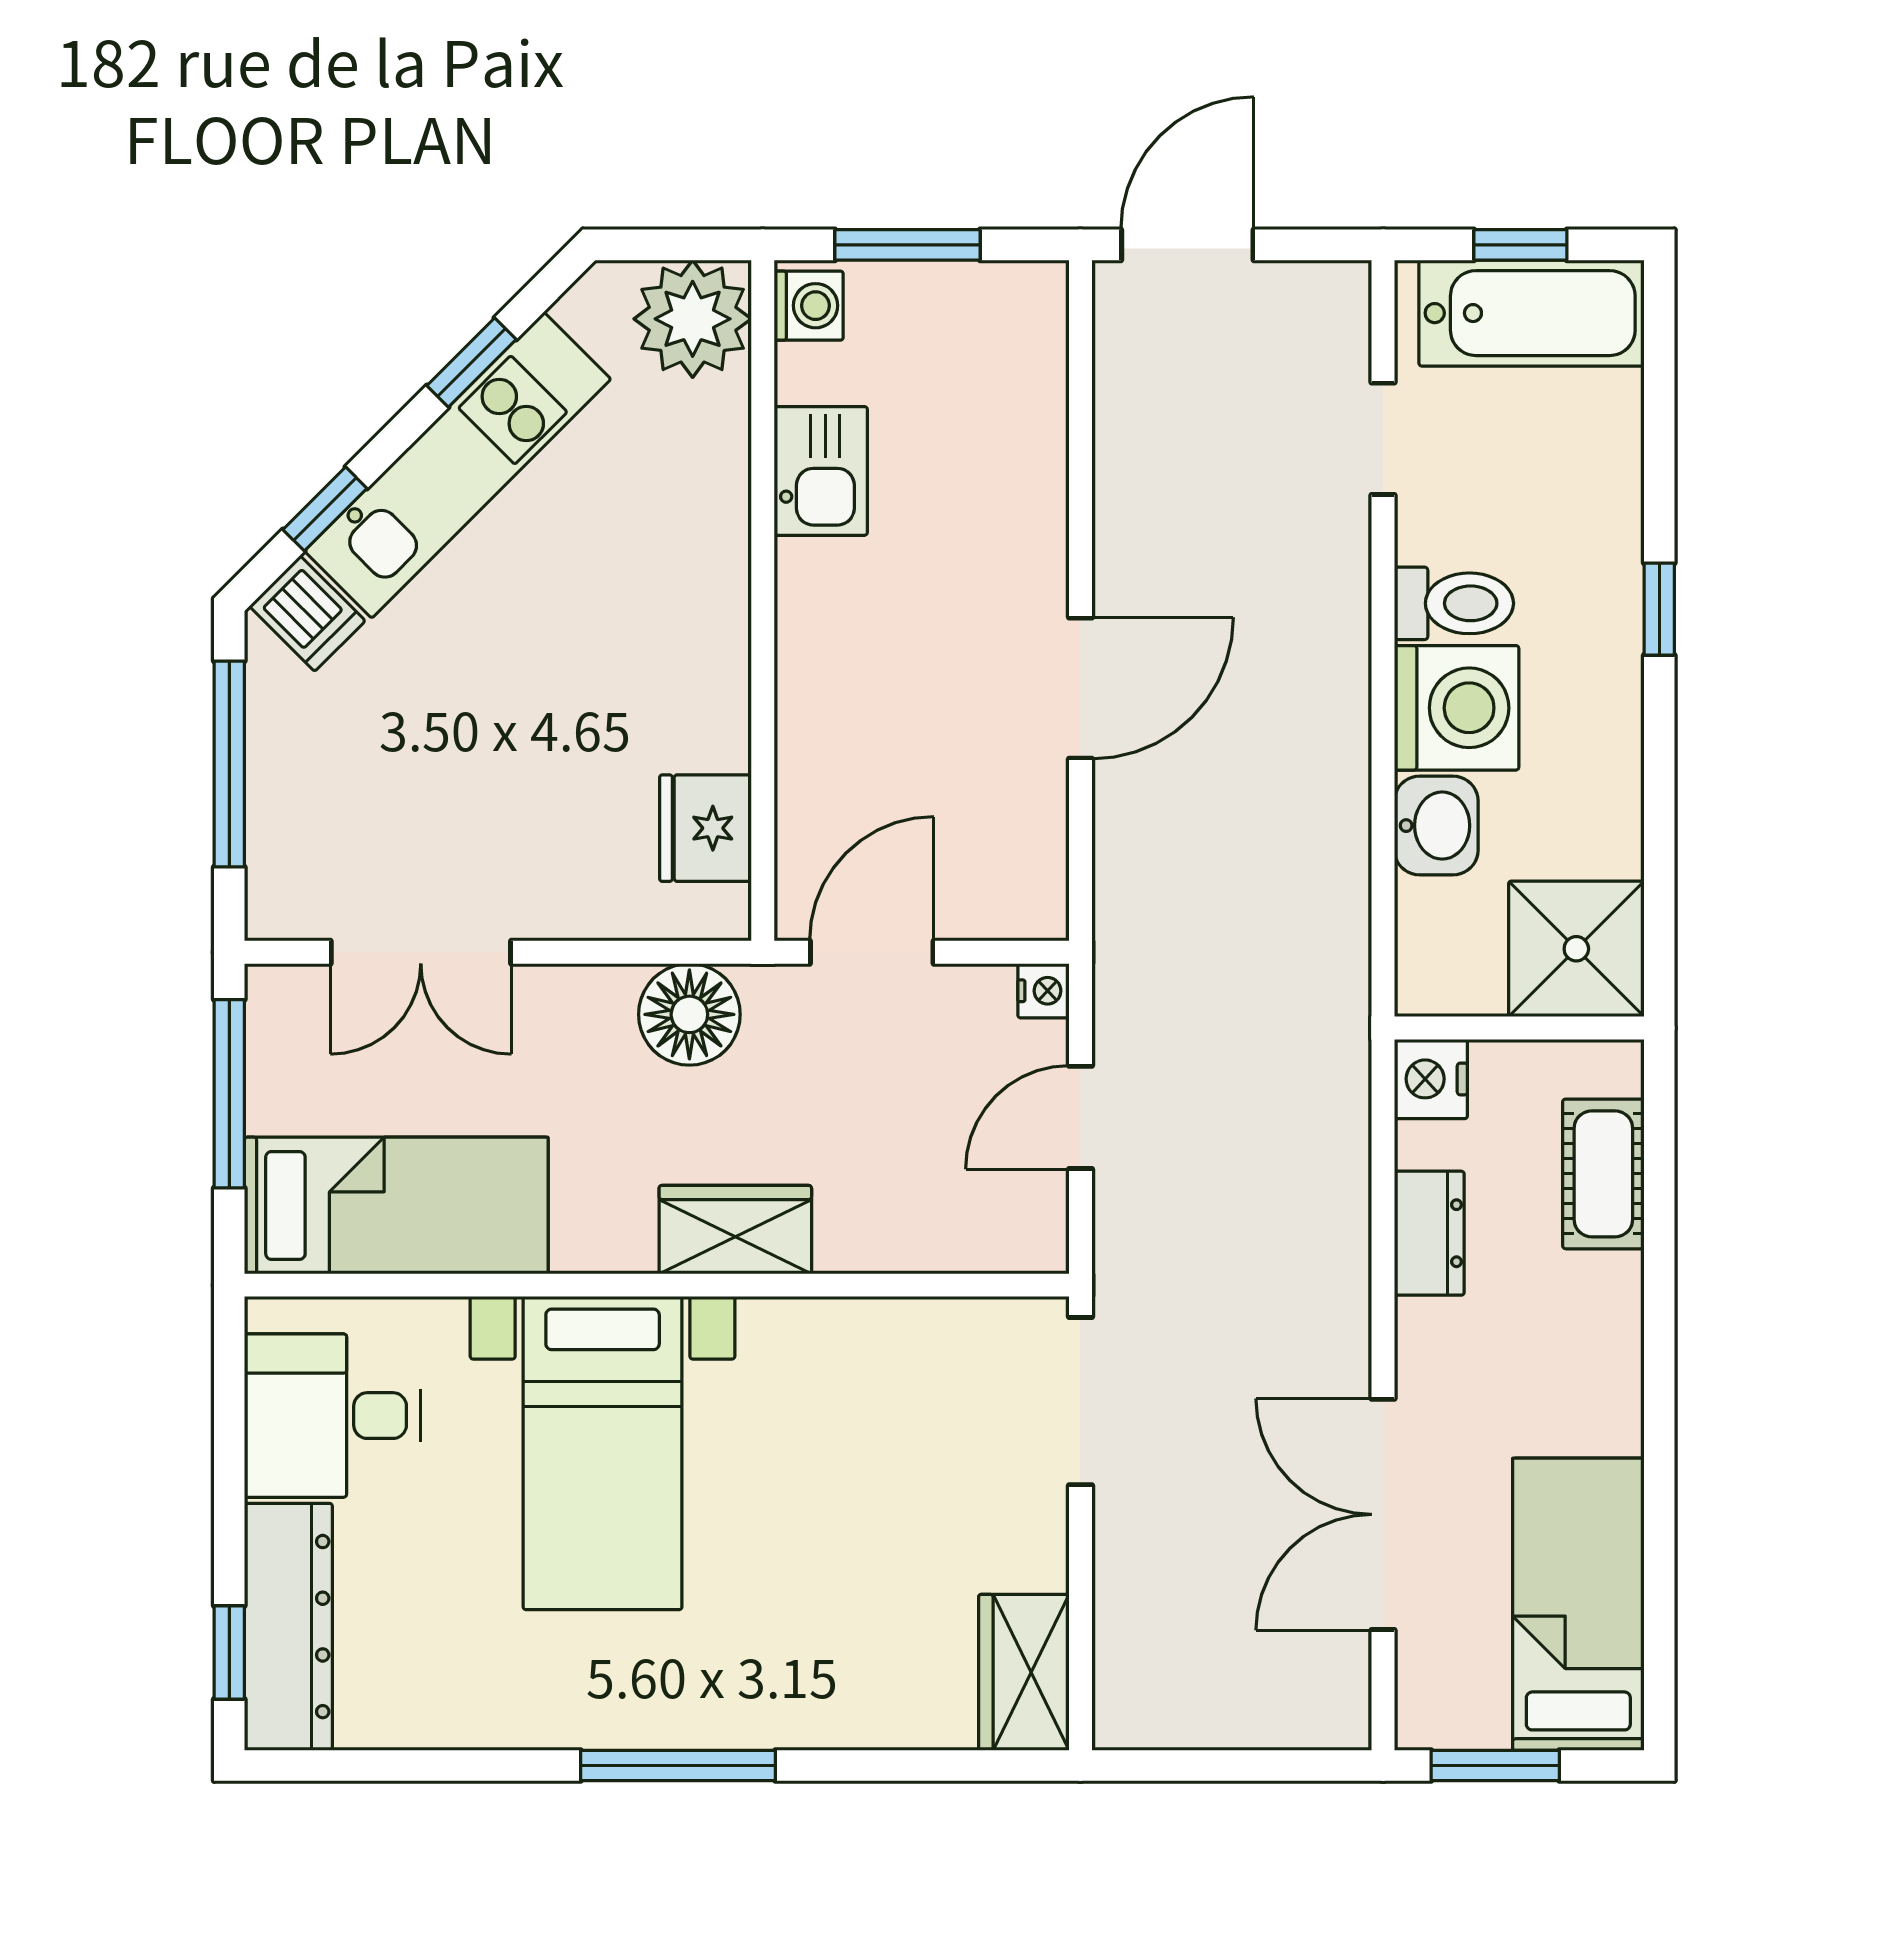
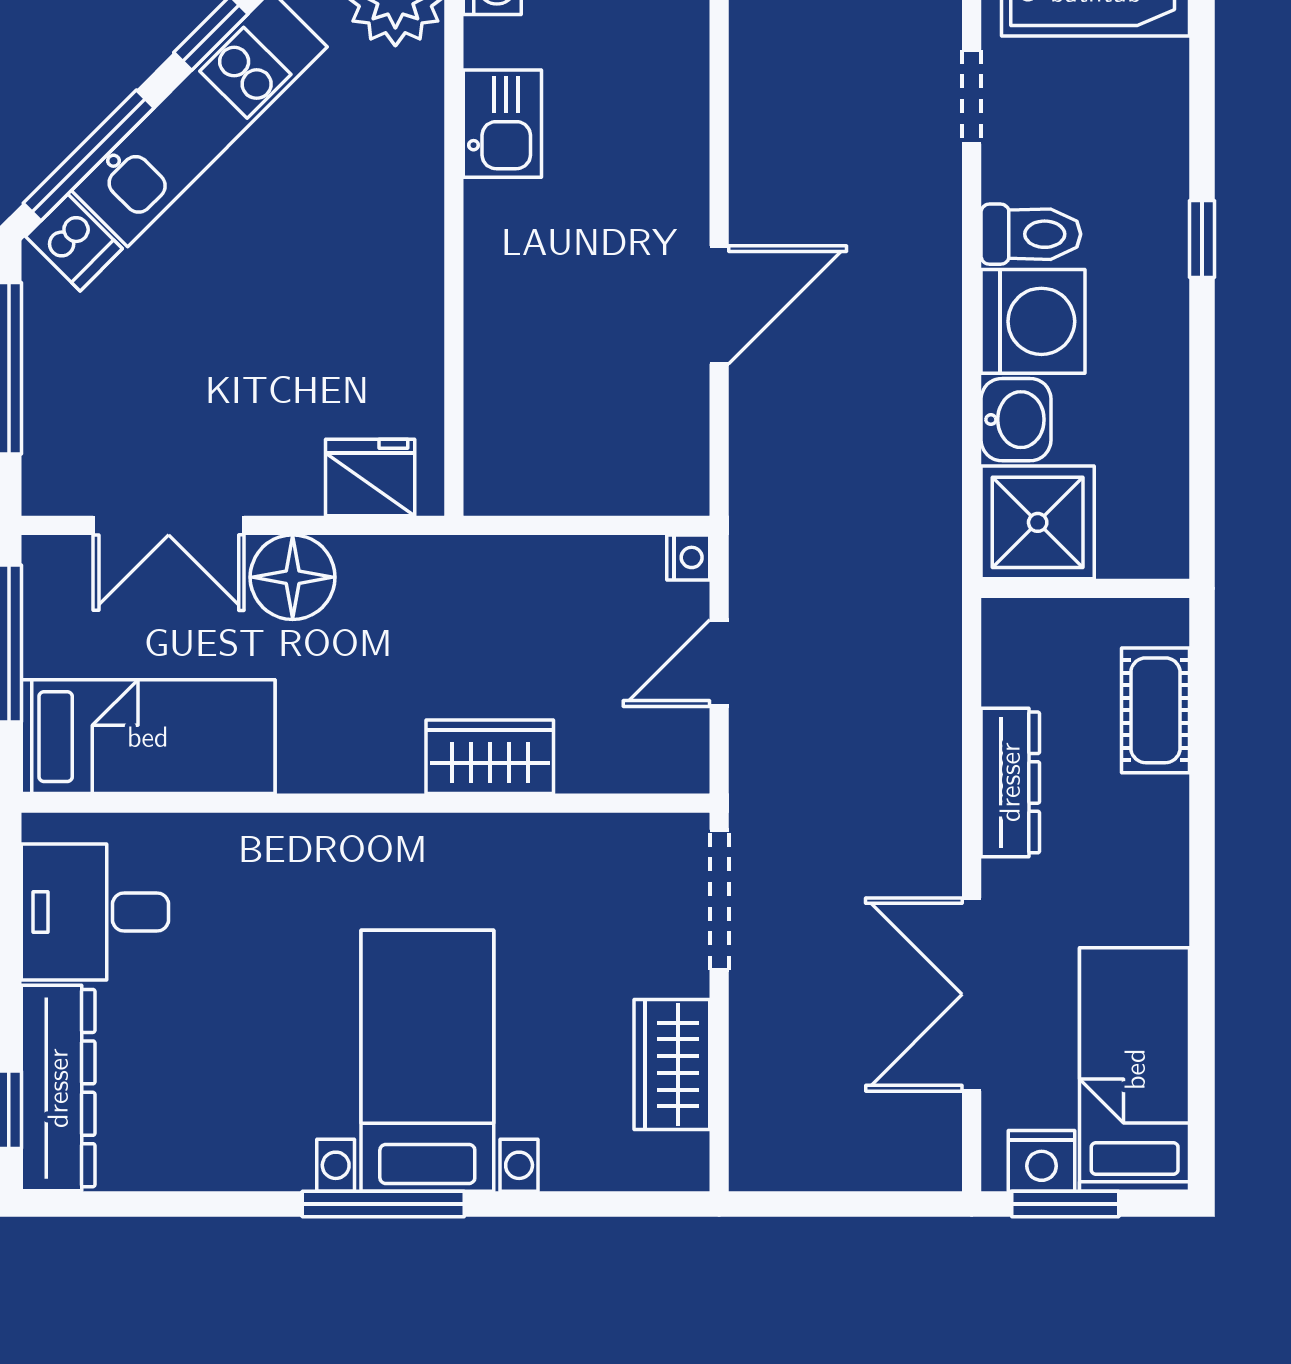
window: (325, 509) -> (89, 155), width x2.17
fridge: (705, 828) -> (370, 478), moved, turned 90
shower: (1576, 949) -> (1038, 522), moved
door: (872, 952) -> (545, 525), removed
floor lamp: (689, 1014) -> (293, 577), moved
nightstand: (1431, 1079) -> (1042, 1161), moved, turned -90
wardrobe: (735, 1230) -> (490, 757), moved
dresser: (1429, 1233) -> (1010, 782), width x1.44
bed with nightstands: (603, 1453) -> (427, 1061), moved, turned 180
wardrobe: (1024, 1672) -> (672, 1064), moved

